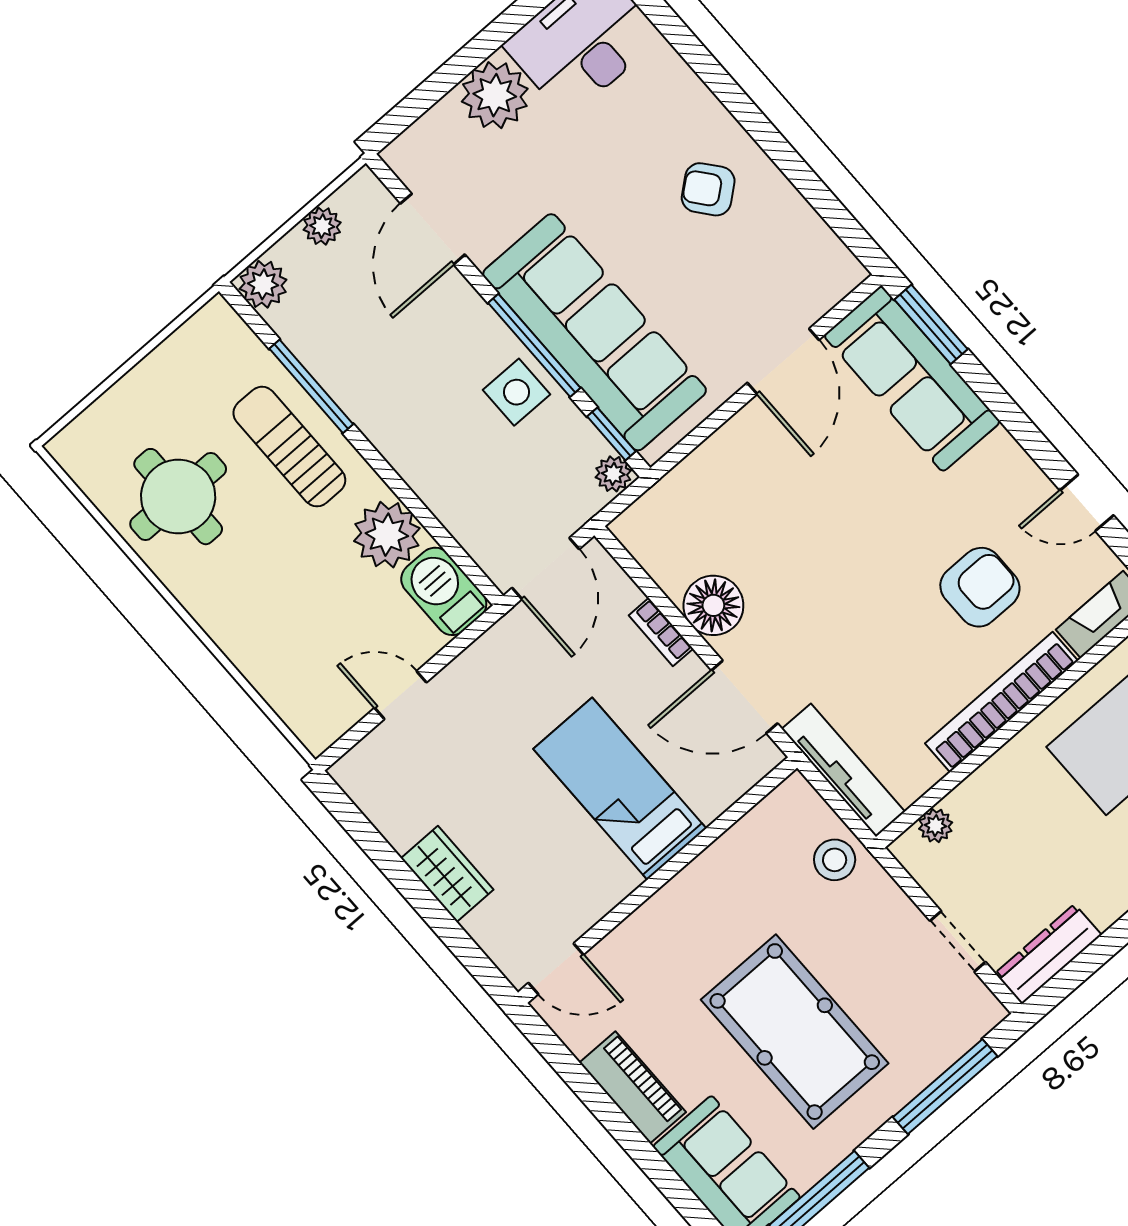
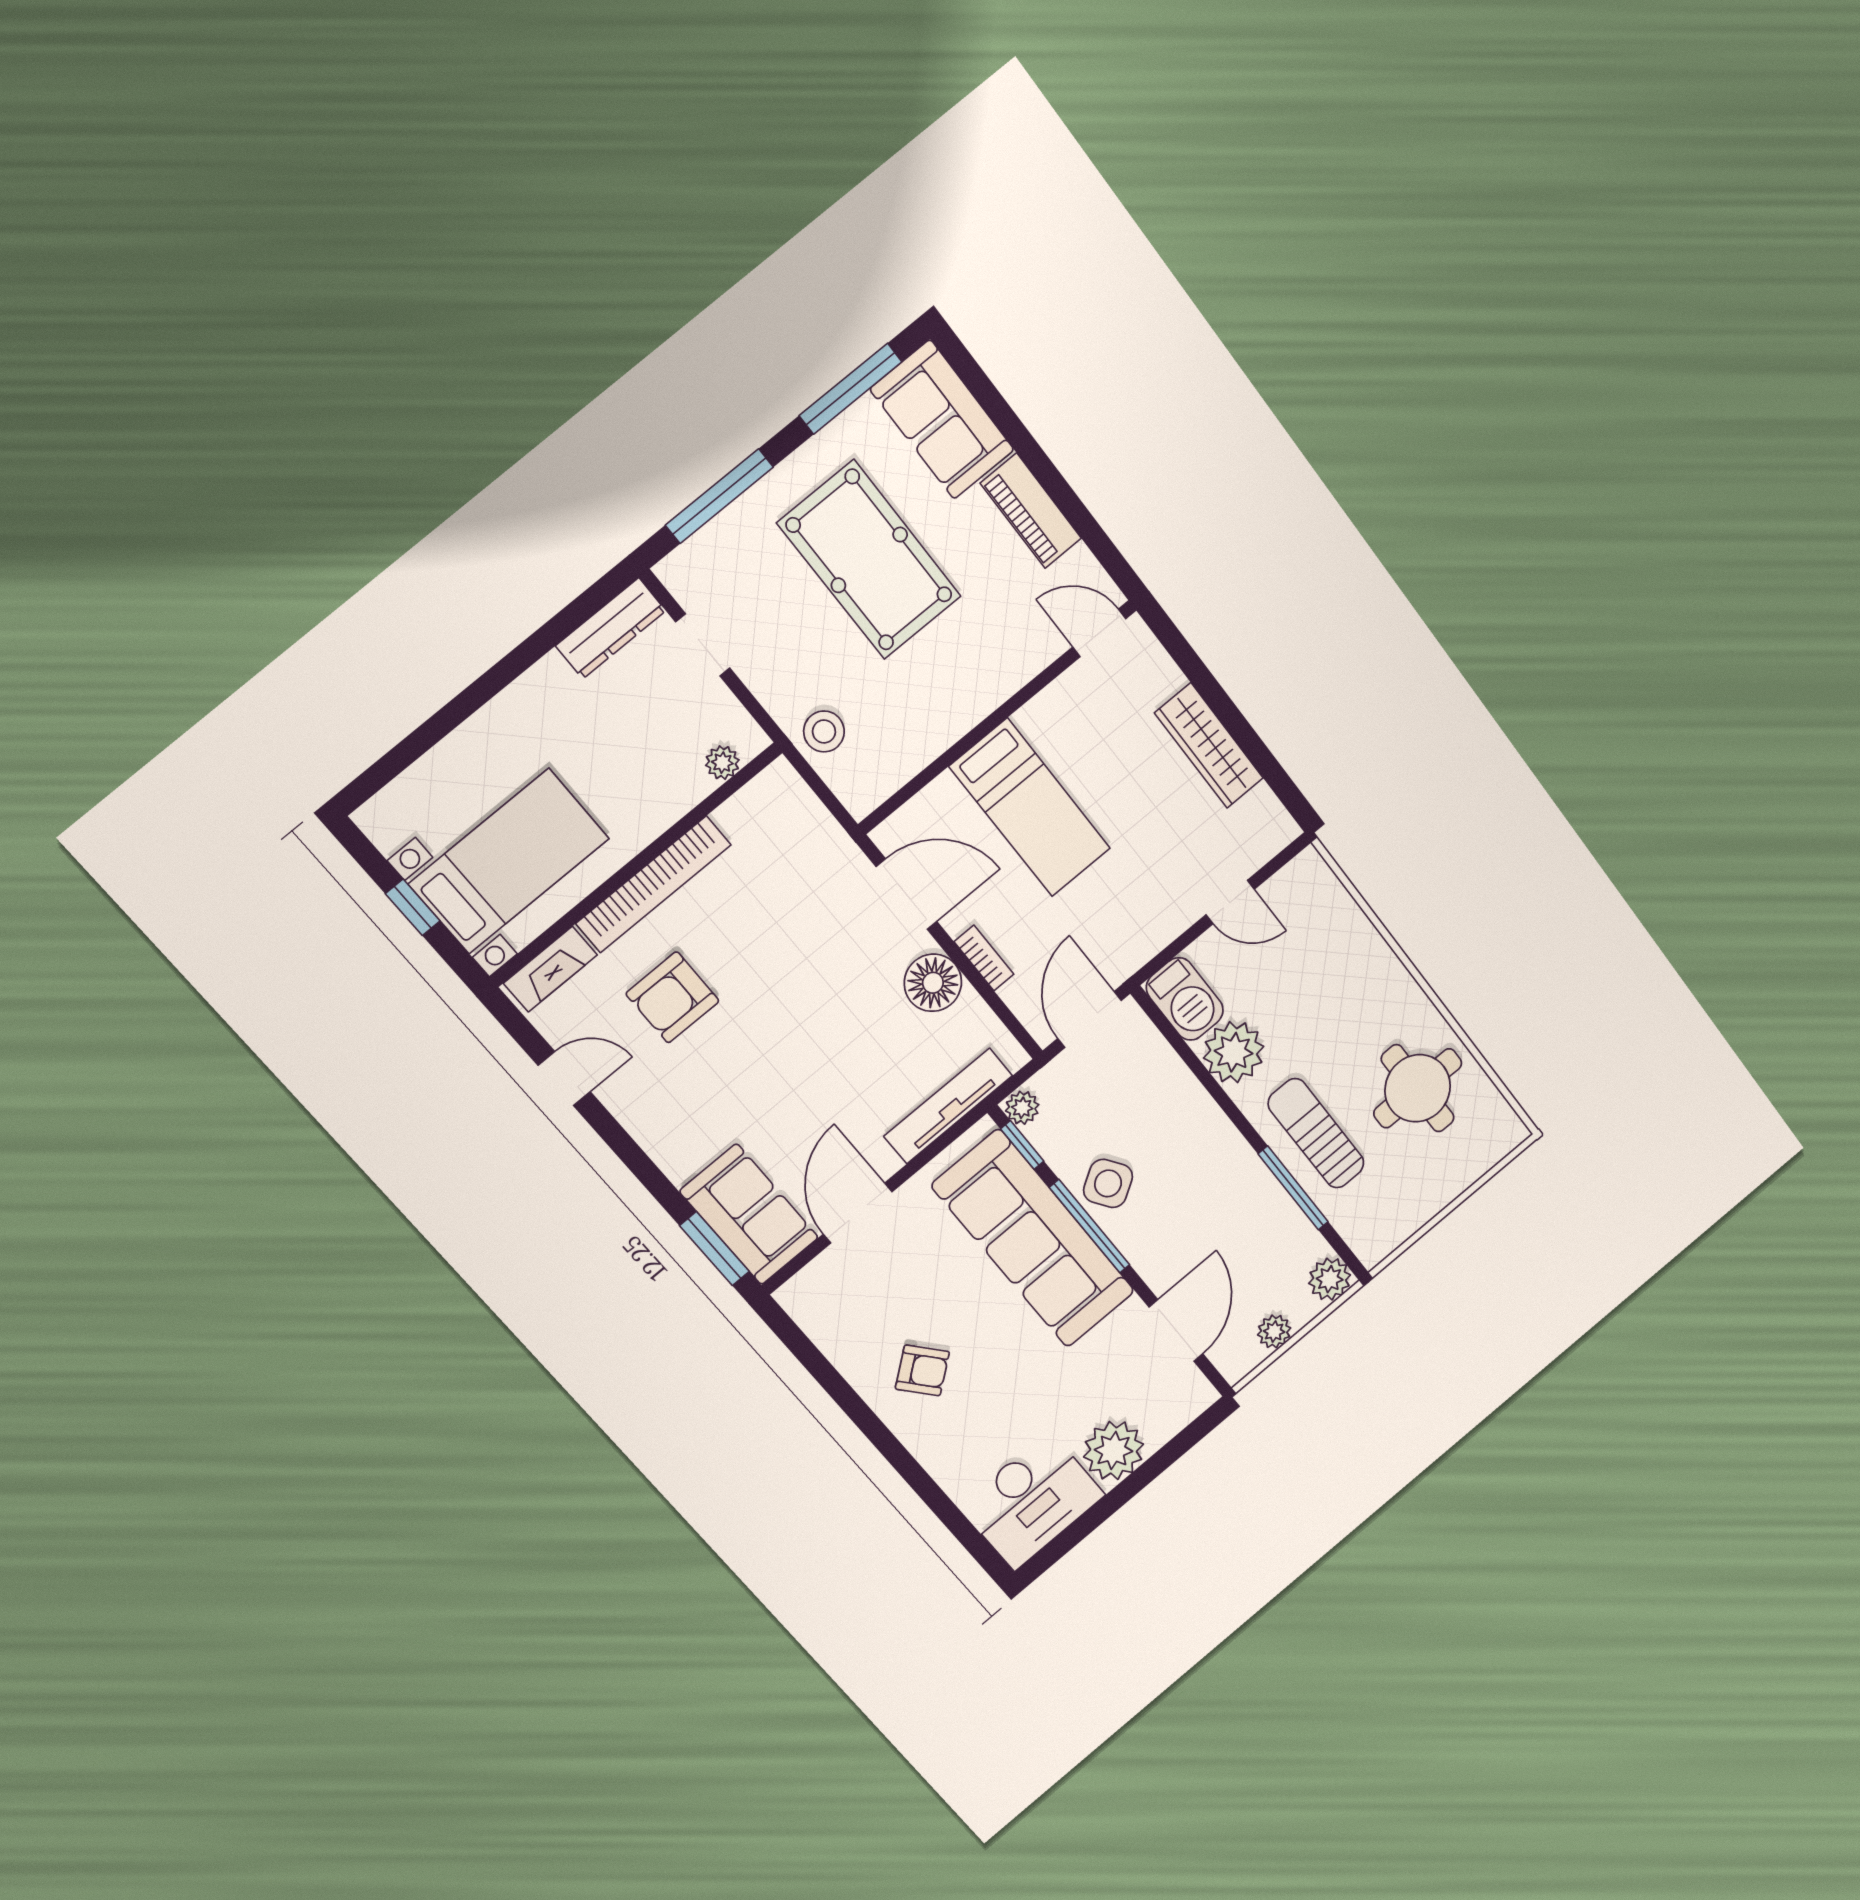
sofa: (912, 379) -> (749, 1214), width x0.73
side table: (517, 392) -> (1108, 1183), turned -33
sun lounger: (289, 447) -> (1316, 1133), turned 180
tv unit: (843, 770) -> (948, 1106), moved, turned 90
wardrobe: (447, 874) -> (1209, 746), width x1.50

